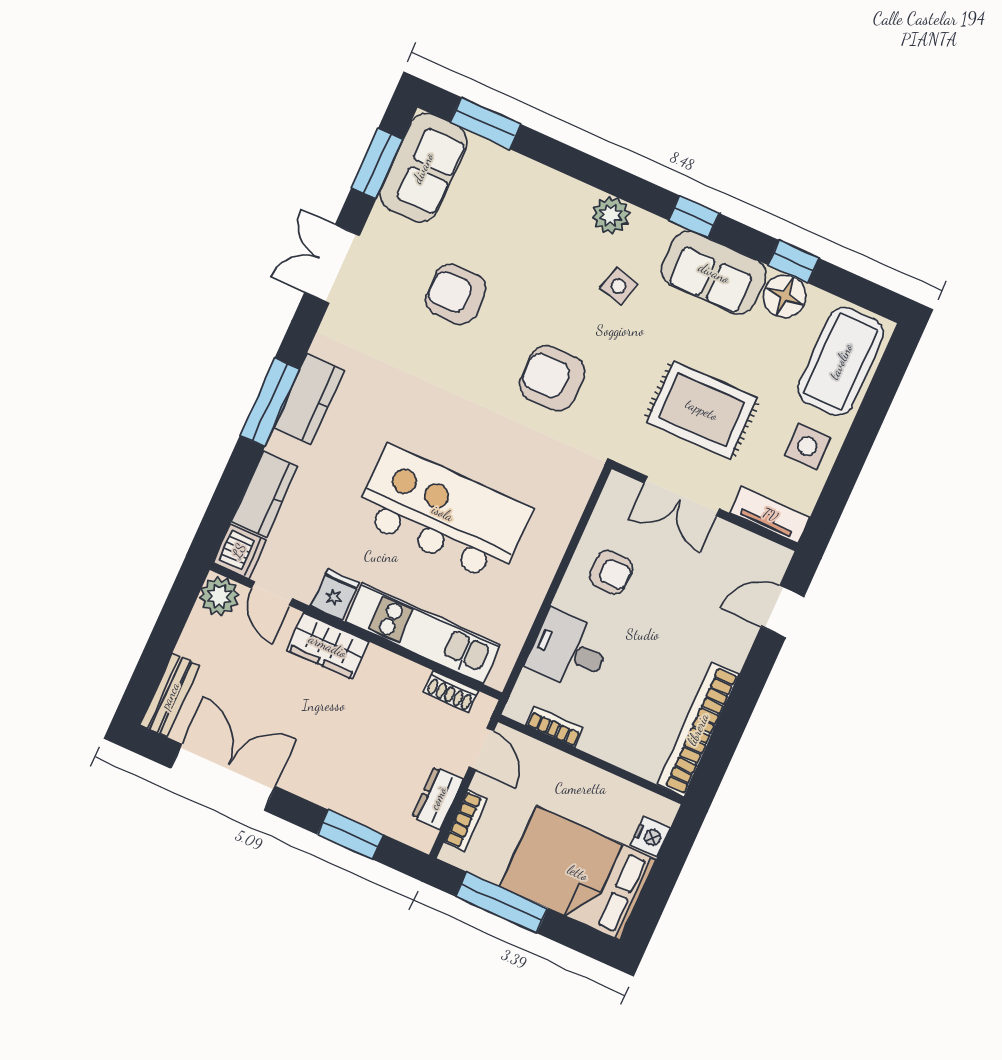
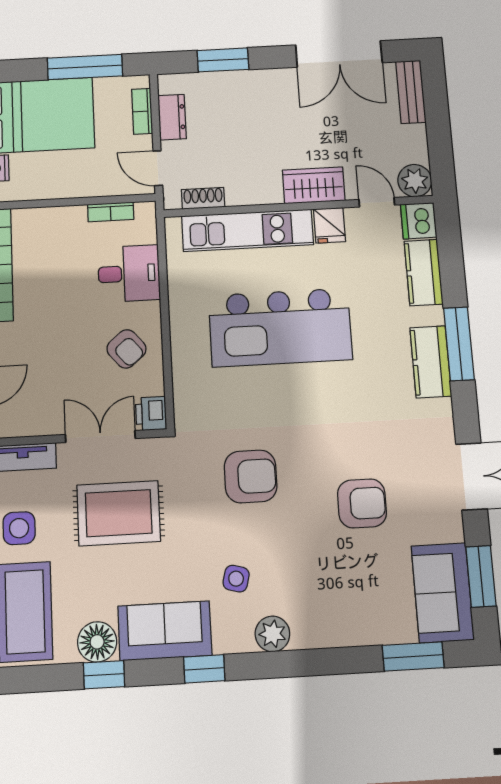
printer: (619, 493) -> (151, 414), added
armchair: (611, 572) -> (126, 349), turned -130

